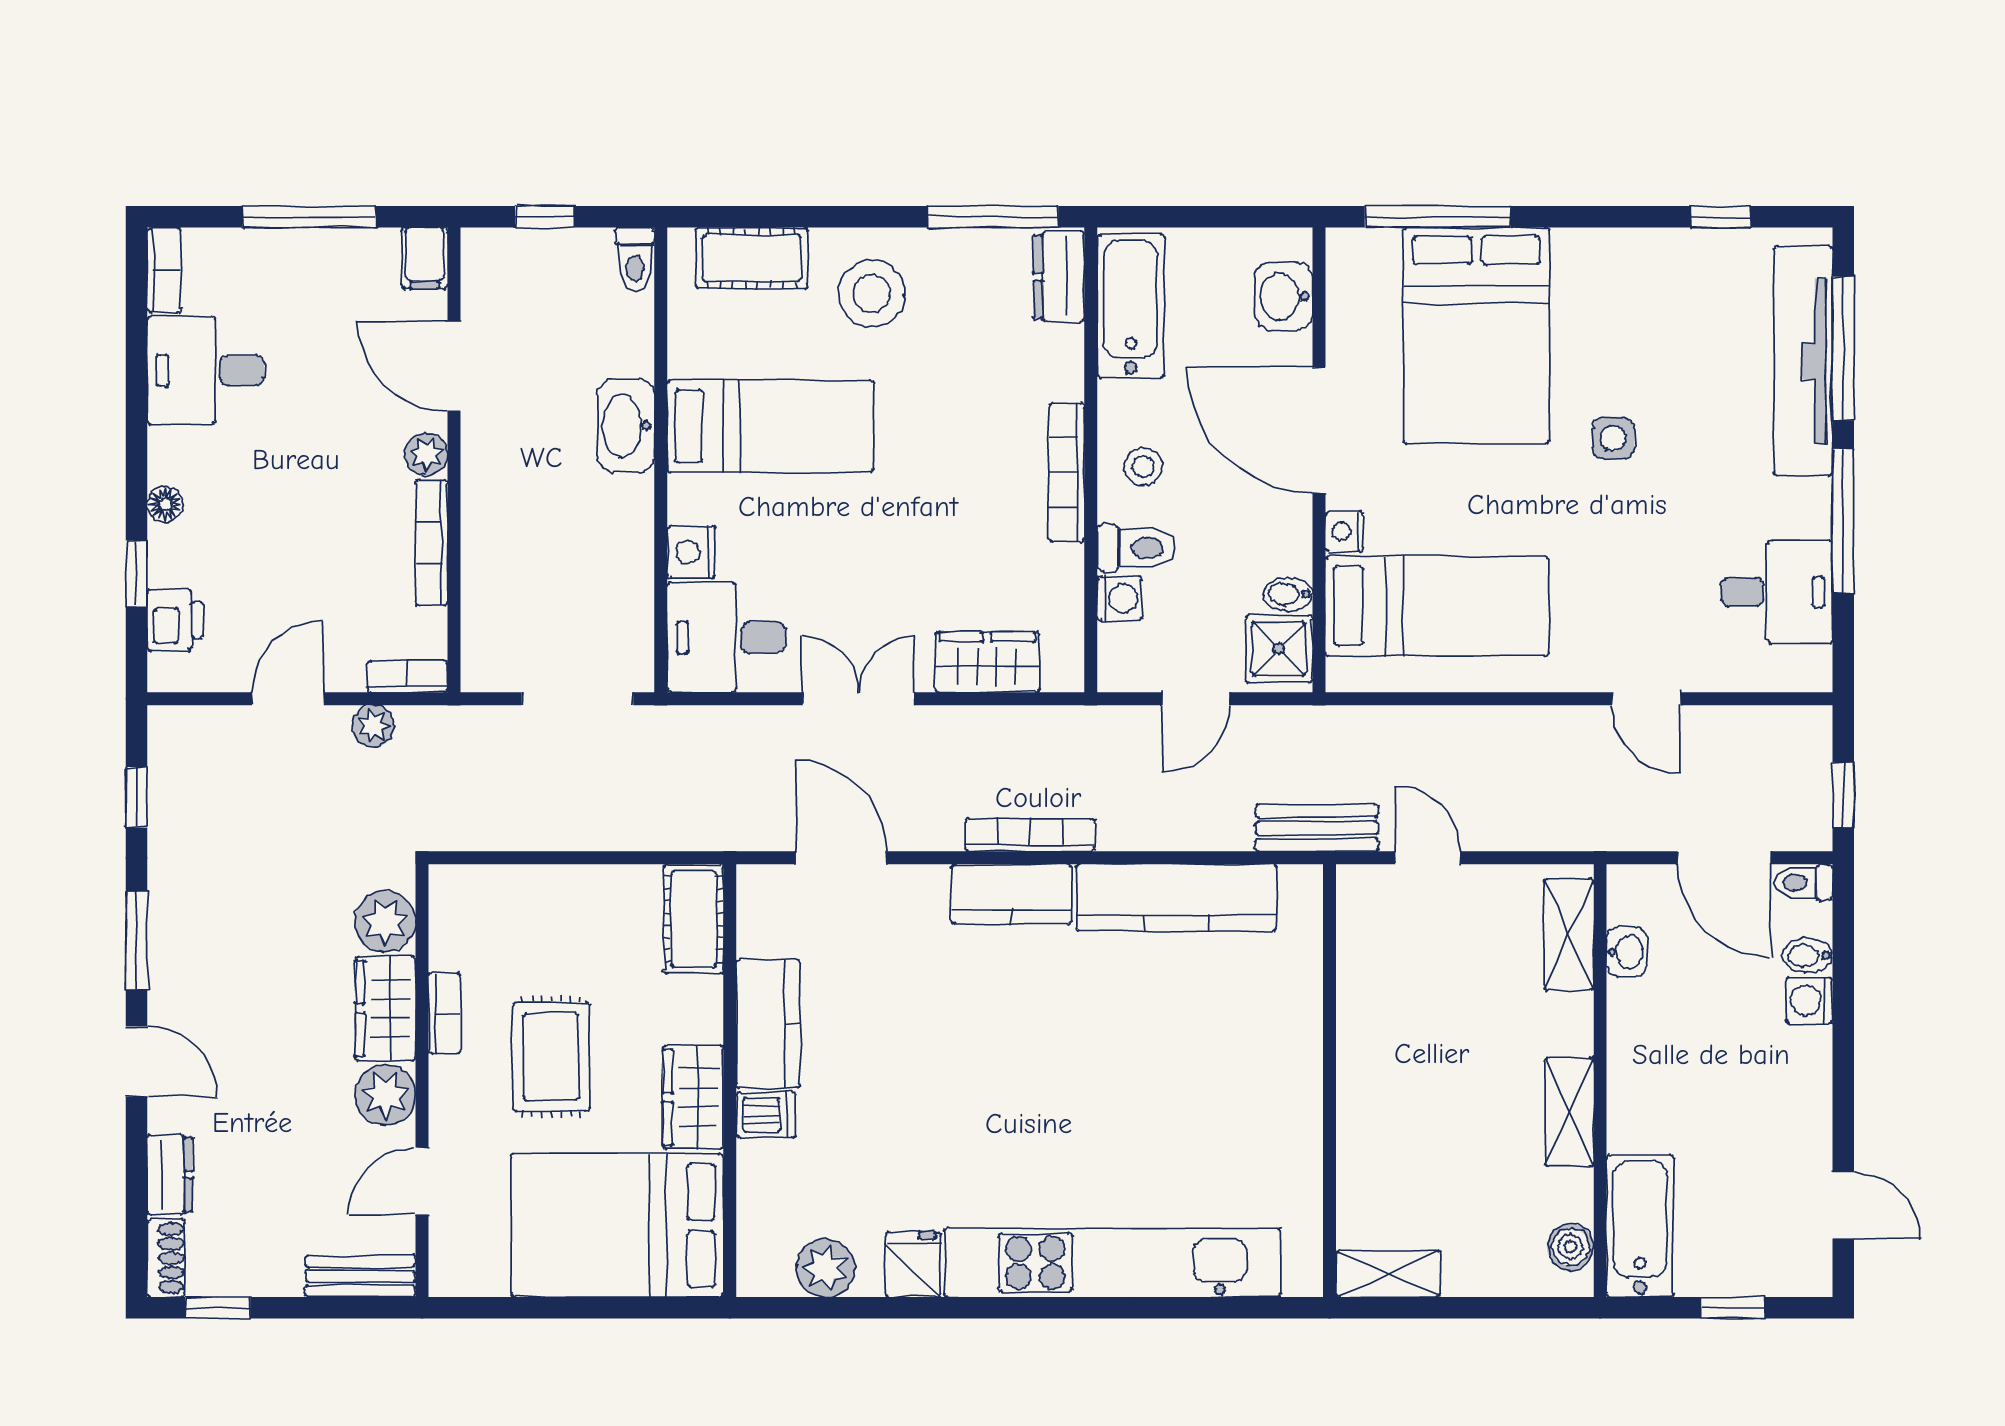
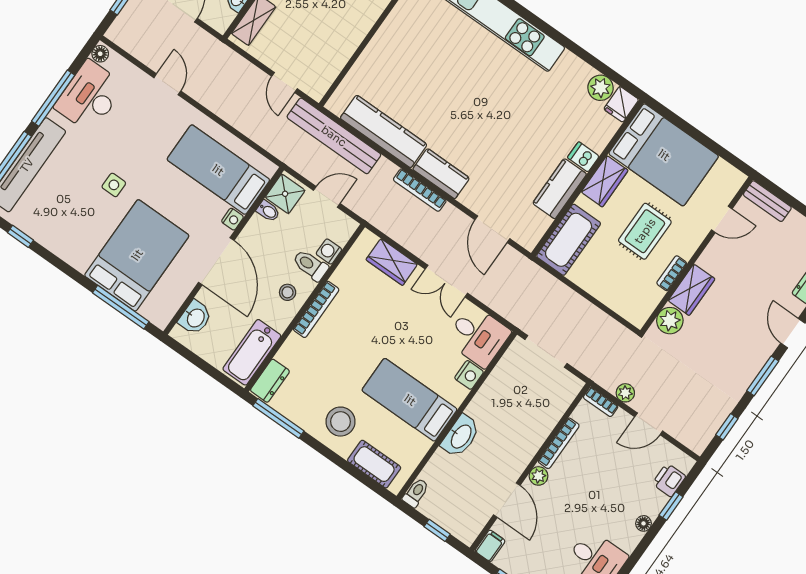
desk: (1777, 592) -> (90, 96), width x1.37
floor lamp: (1813, 667) -> (100, 54), added
bench: (1317, 828) -> (334, 136), width x1.86, depth x1.21
cot: (694, 919) -> (569, 240), width x1.37, depth x1.34
plant: (385, 1095) -> (713, 259), removed
fridge: (913, 1264) -> (621, 104), moved

